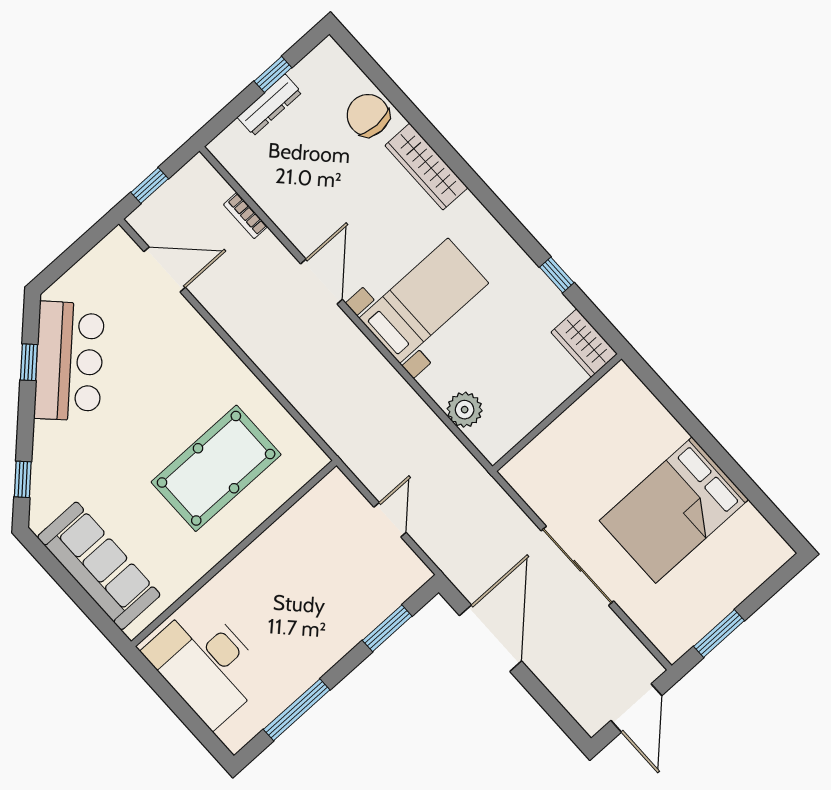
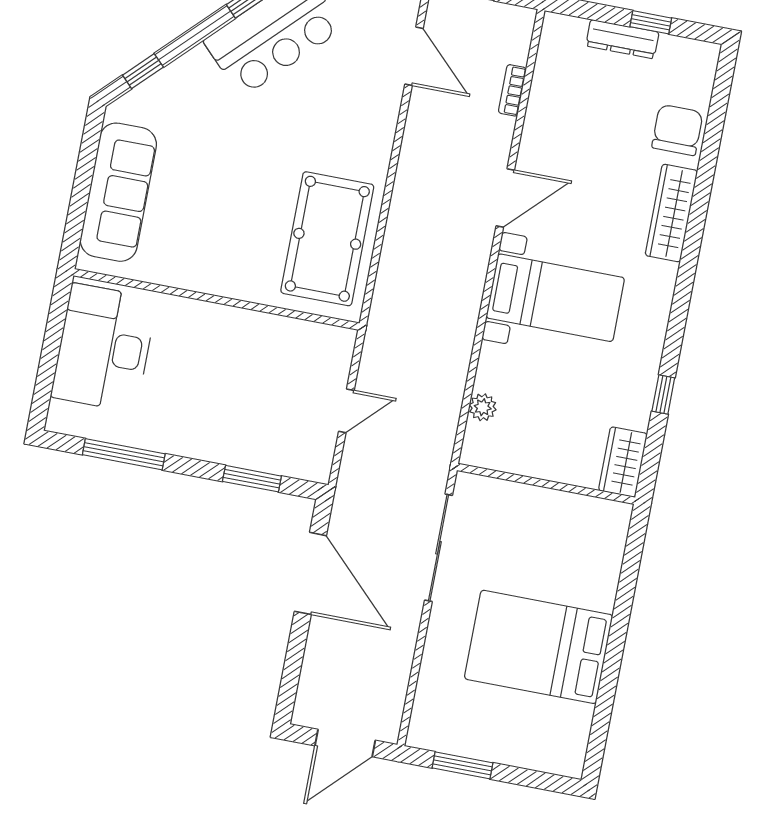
plant: (465, 410) -> (483, 407), width x0.73, depth x0.73
pool table: (216, 468) -> (327, 239), moved, turned 90
sliding door: (577, 566) -> (439, 548), moved
door: (491, 638) -> (310, 573), hinge flipped

